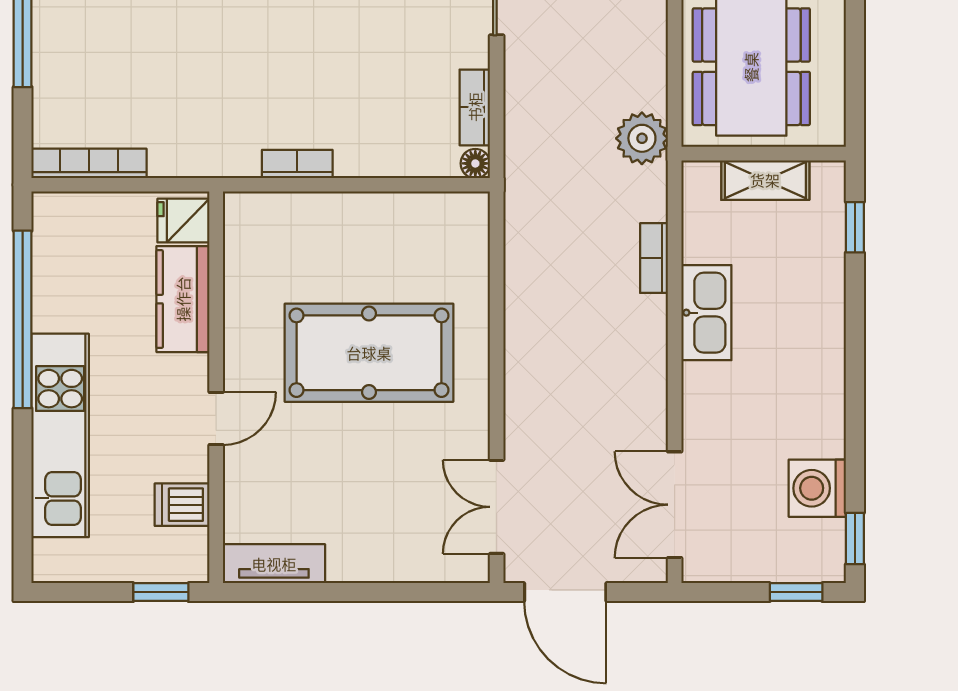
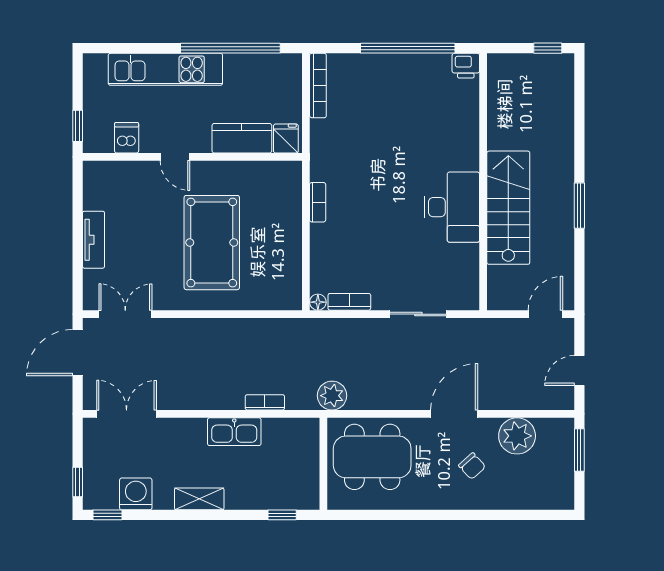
shelving: (765, 180) -> (199, 499), moved, turned 90
tv unit: (274, 564) -> (94, 240), moved

